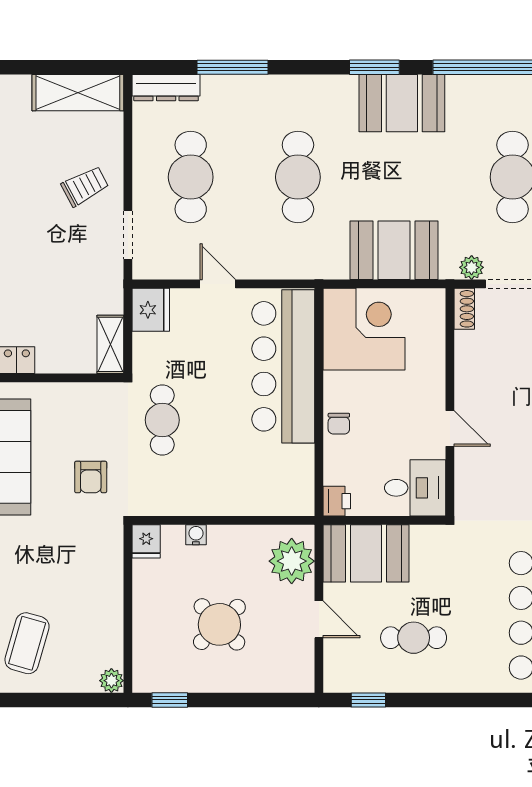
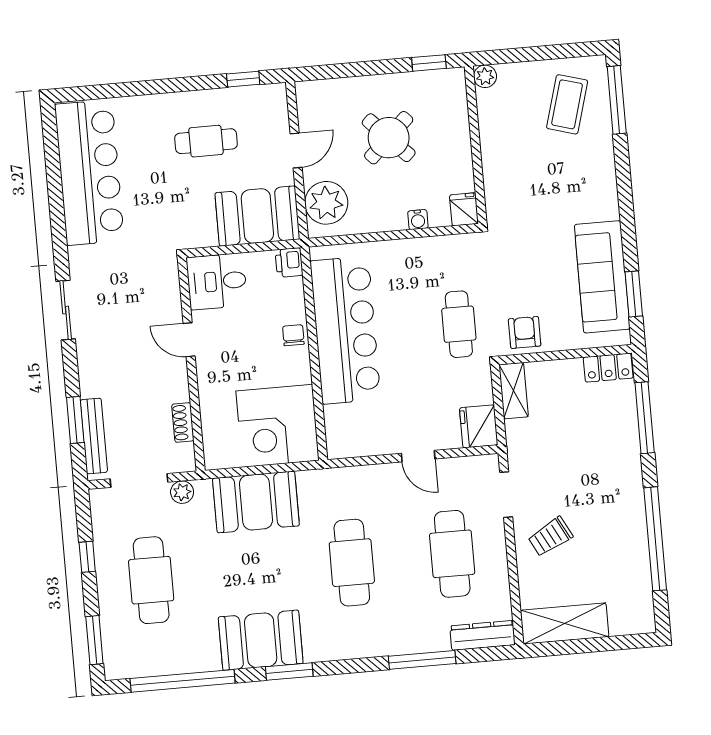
shoe rack: (464, 309) -> (183, 422), moved
bar counter: (283, 366) -> (345, 330), moved
armchair: (91, 477) -> (525, 332), moved
door: (319, 619) -> (296, 150), swing flipped

